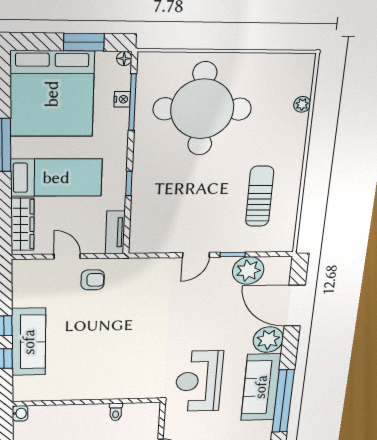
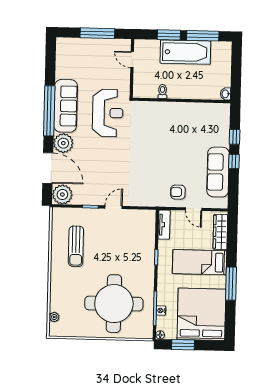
plant: (302, 104) -> (54, 317), moved
plant: (248, 270) -> (62, 195), moved
sofa: (29, 342) -> (218, 172), moved
window: (283, 401) -> (49, 111), moved

